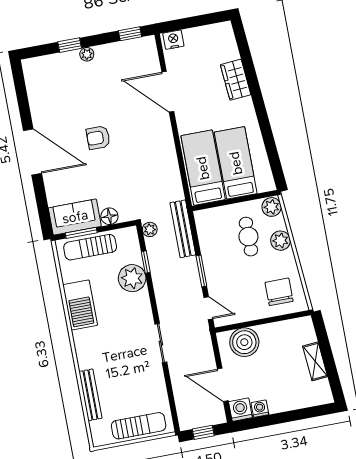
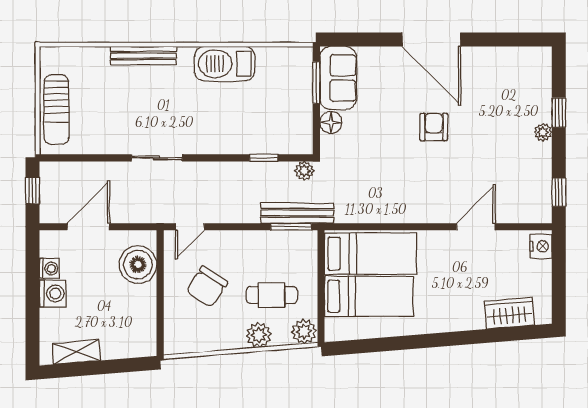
wardrobe: (236, 80) -> (509, 313), moved
door: (168, 92) -> (476, 227), width x0.73
door: (32, 152) -> (431, 39), hinge flipped
sun lounger: (90, 247) -> (296, 90), removed
window: (201, 271) -> (291, 227), moved
plant: (132, 278) -> (246, 137), removed
chair: (279, 292) -> (207, 287), moved, turned 123
shelving: (315, 361) -> (76, 352), moved
bench: (90, 395) -> (143, 56), moved
washing machine: (240, 410) -> (53, 294), moved

